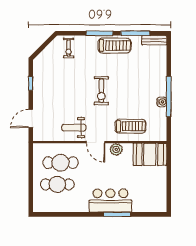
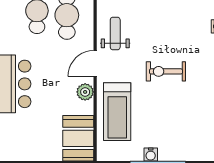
treadmill: (130, 126) -> (117, 112), width x1.37, depth x1.38

